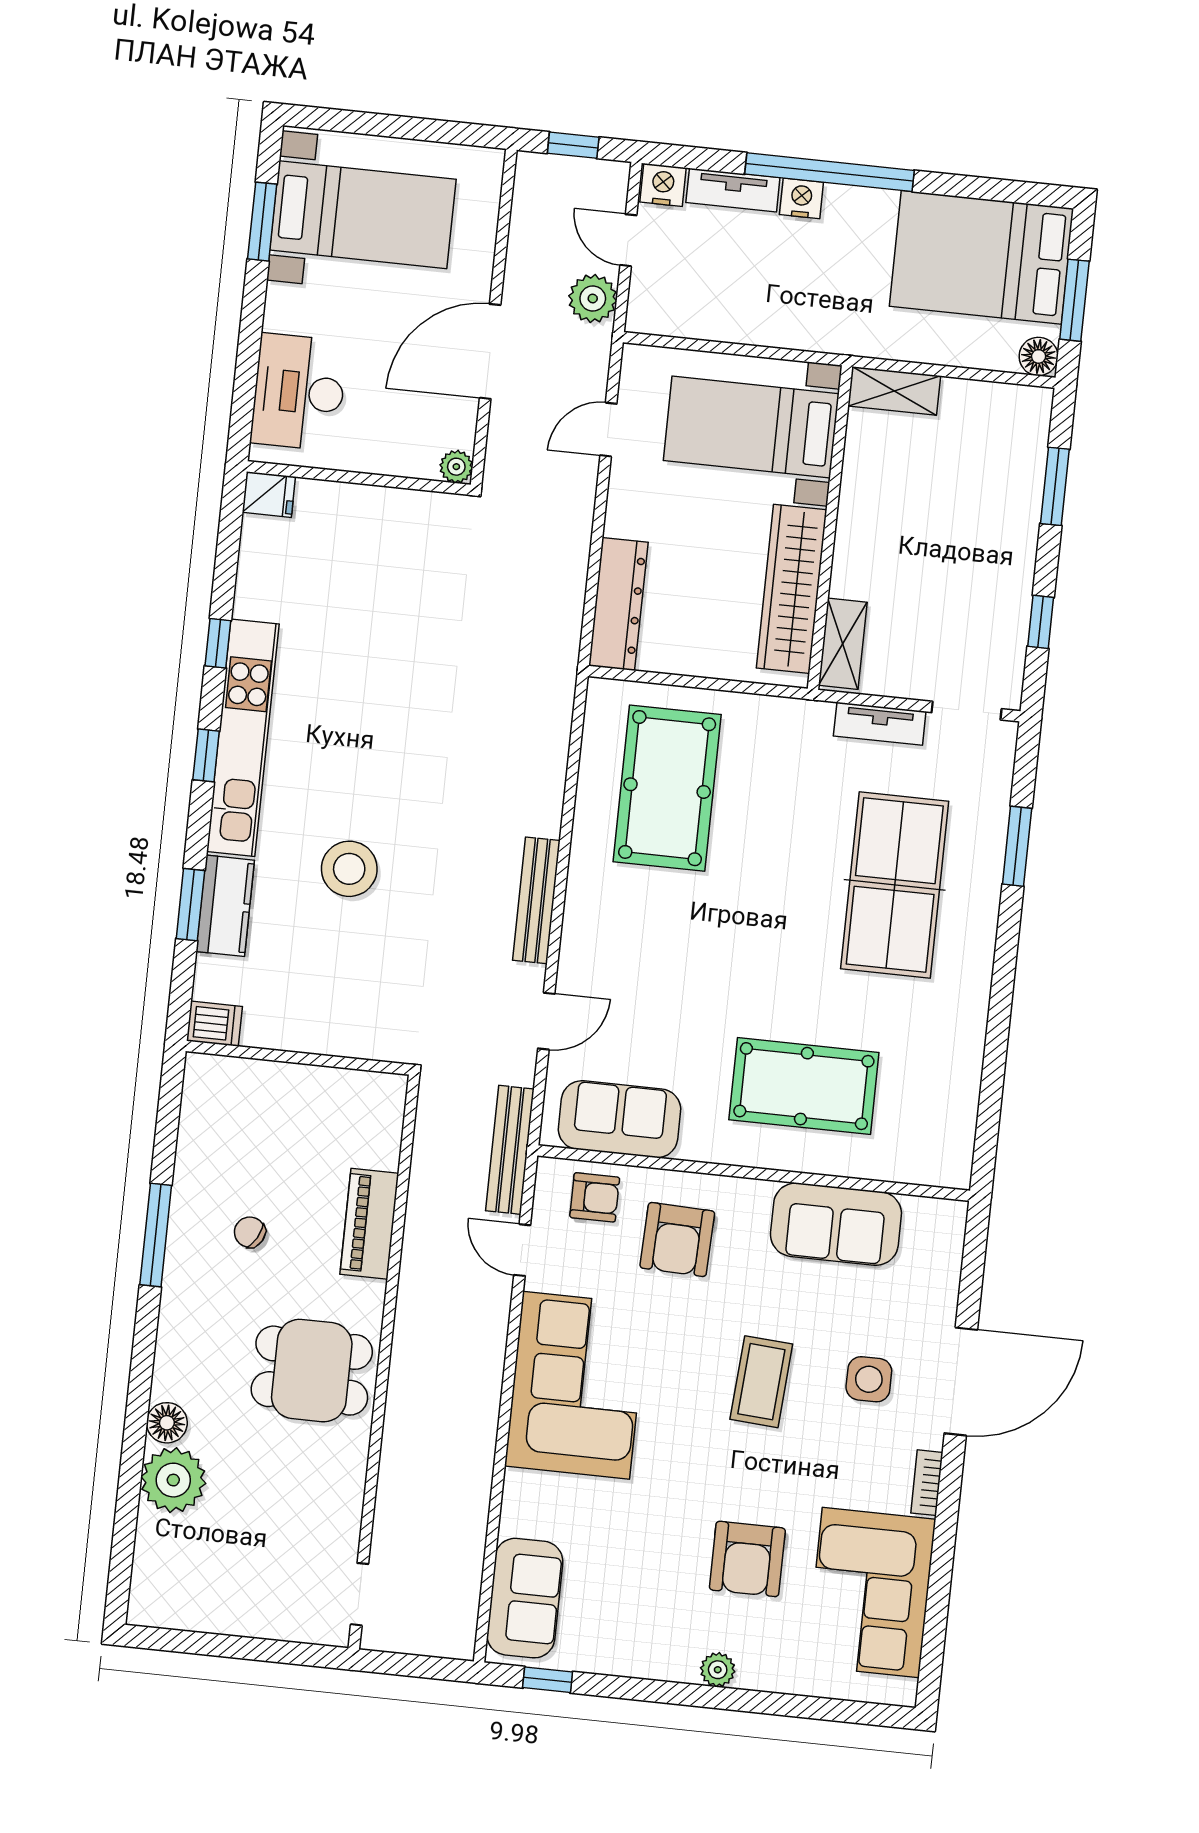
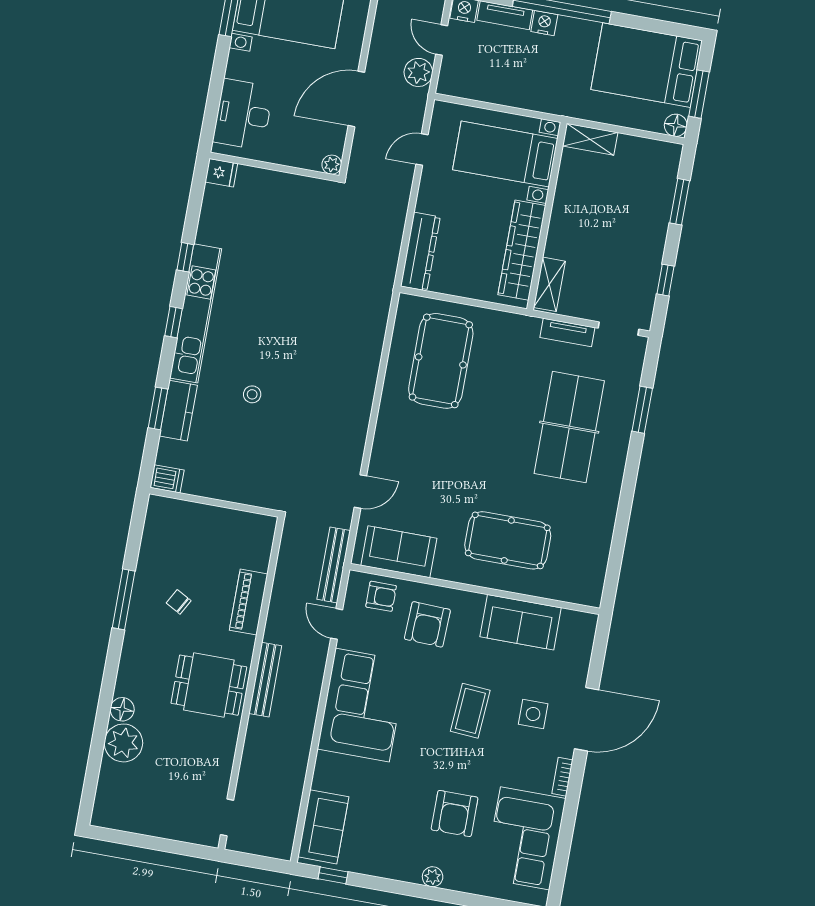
stool: (349, 869) -> (252, 394), width x0.53, depth x0.53
bench: (536, 900) -> (265, 680), moved

